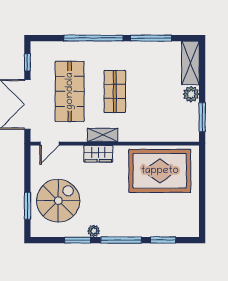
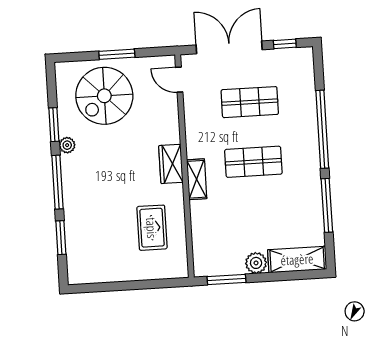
shop shelf: (70, 91) -> (250, 102), width x0.70, depth x0.74
shelving: (103, 135) -> (197, 179), moved
wardrobe: (98, 154) -> (171, 164), moved
rug: (160, 171) -> (152, 228), width x0.54, depth x0.49
spiral stairs: (58, 201) -> (104, 96), turned 90
window: (27, 206) -> (117, 54), moved

